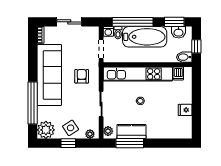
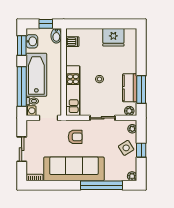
kitchen unit: (138, 74) -> (73, 91), width x0.73
armchair: (82, 76) -> (75, 137), turned 180
fridge: (185, 110) -> (113, 37), width x1.88, depth x1.34
plant: (46, 130) -> (132, 176), width x0.53, depth x0.53

